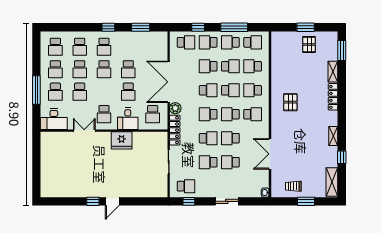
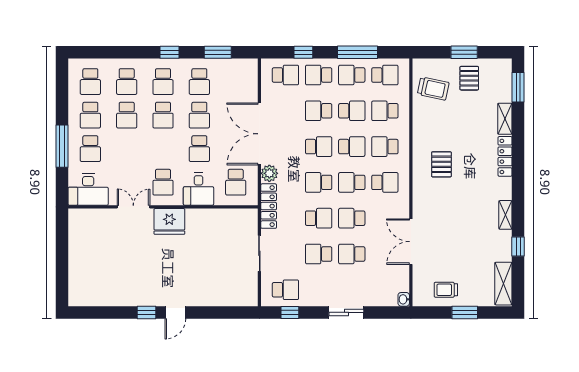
trolley: (285, 51) -> (433, 88), added
school desk: (80, 92) -> (199, 82), moved
fridge: (122, 140) -> (169, 221), moved

